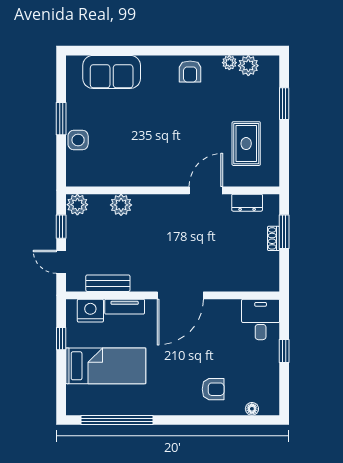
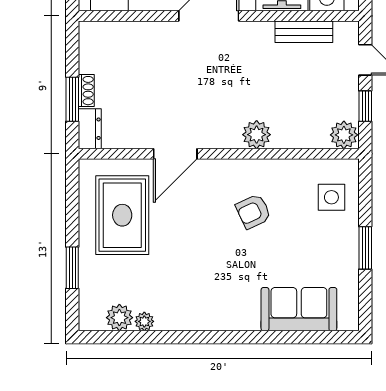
armchair: (190, 71) -> (253, 212), moved, turned -115
side table: (78, 140) -> (331, 197), moved
rug: (246, 144) -> (122, 215), width x1.36, depth x1.43
dresser: (247, 203) -> (90, 129), moved, turned 90
plant: (121, 205) -> (257, 135), moved

